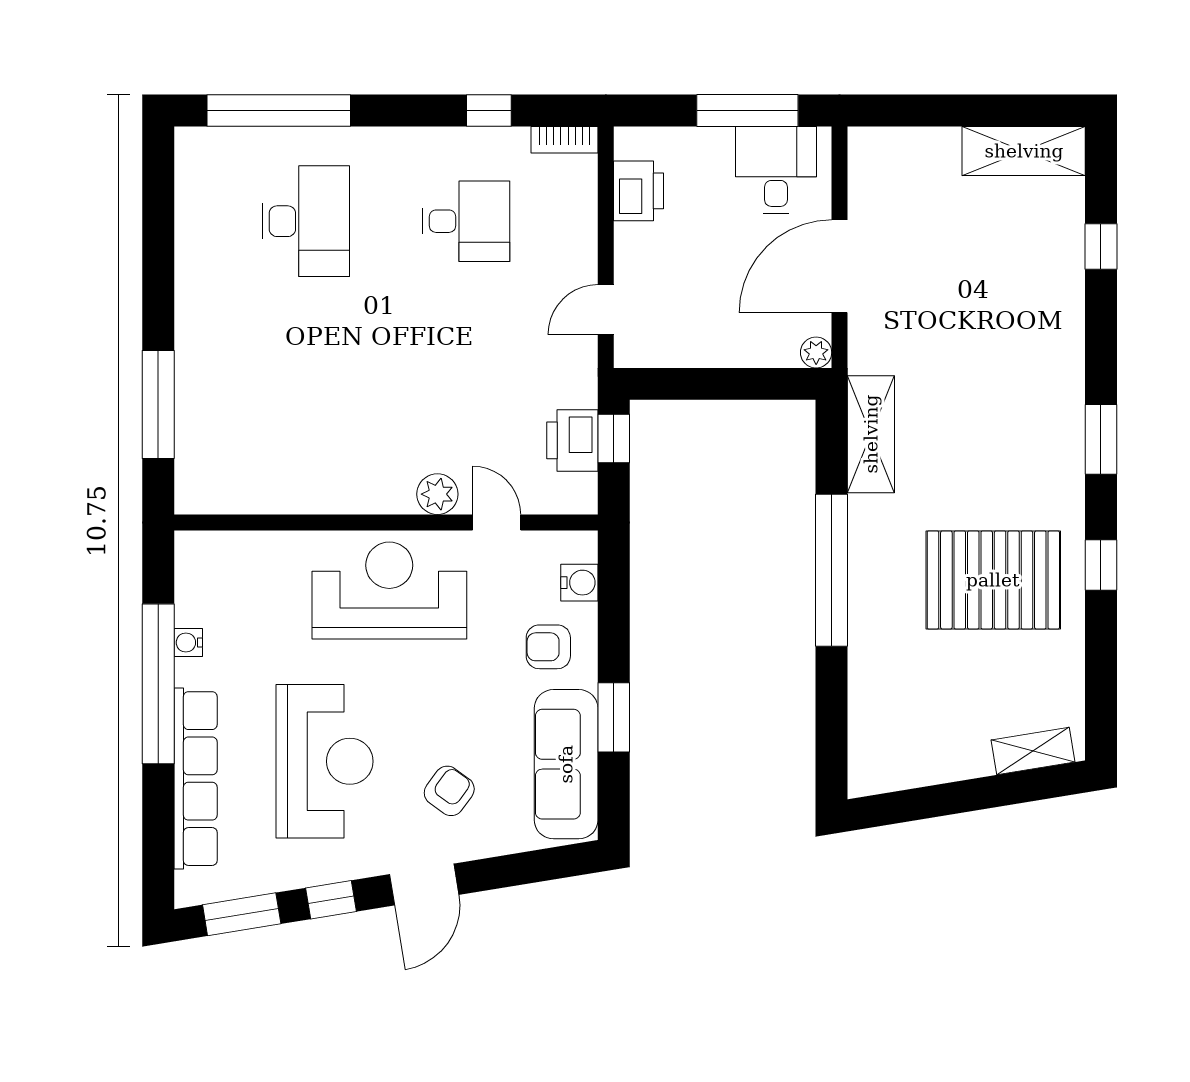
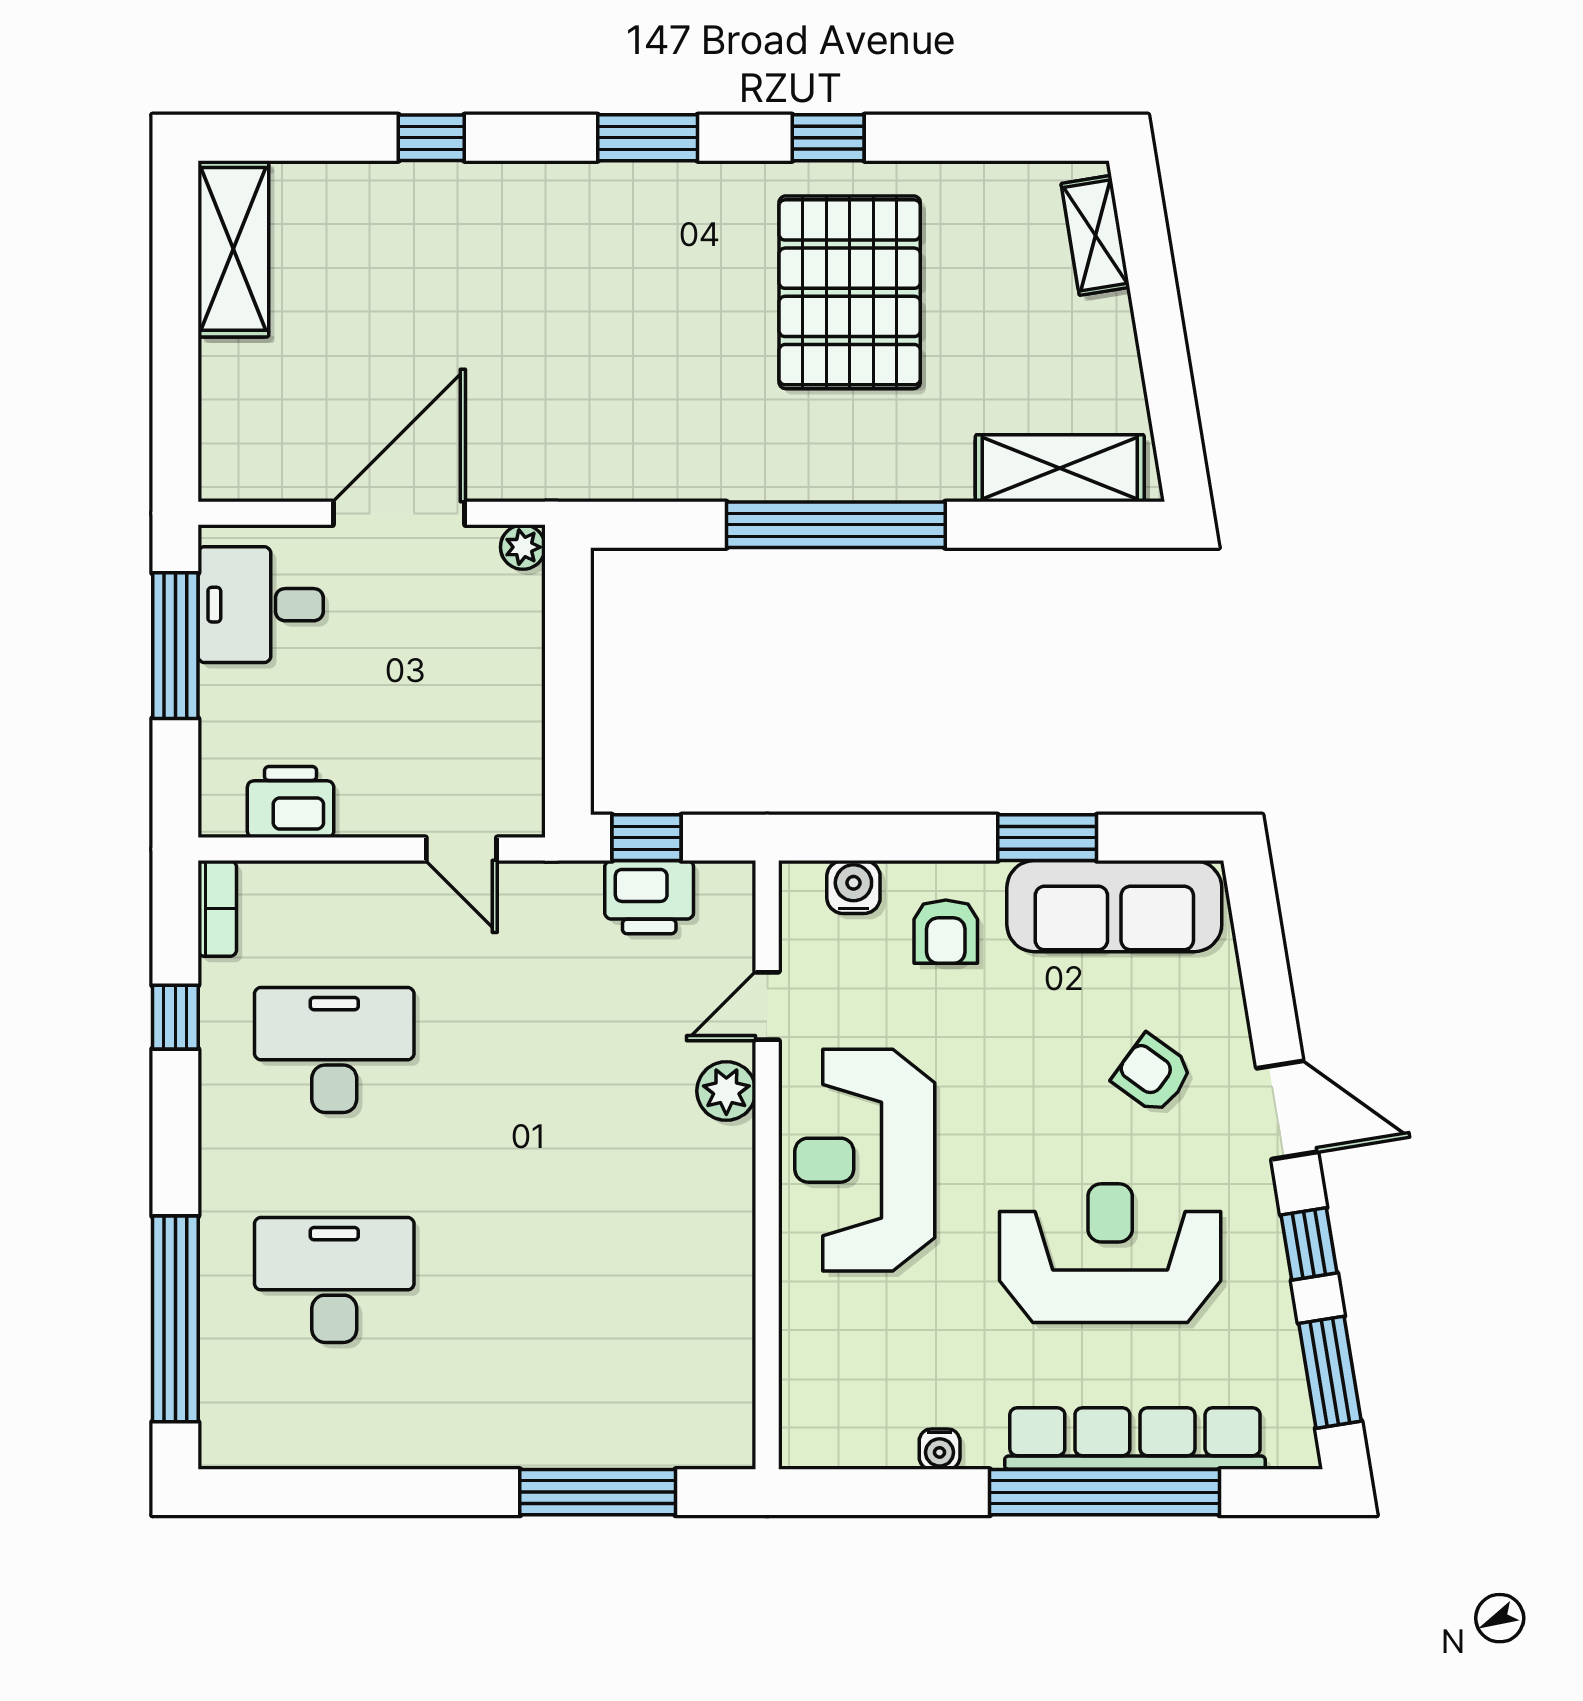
desk: (466, 221) -> (334, 1050), width x1.37
window: (1101, 246) -> (431, 138), moved
door: (840, 266) -> (399, 513), swing flipped
shelving: (871, 434) -> (1060, 468), moved
window: (158, 684) -> (1105, 1492), moved

